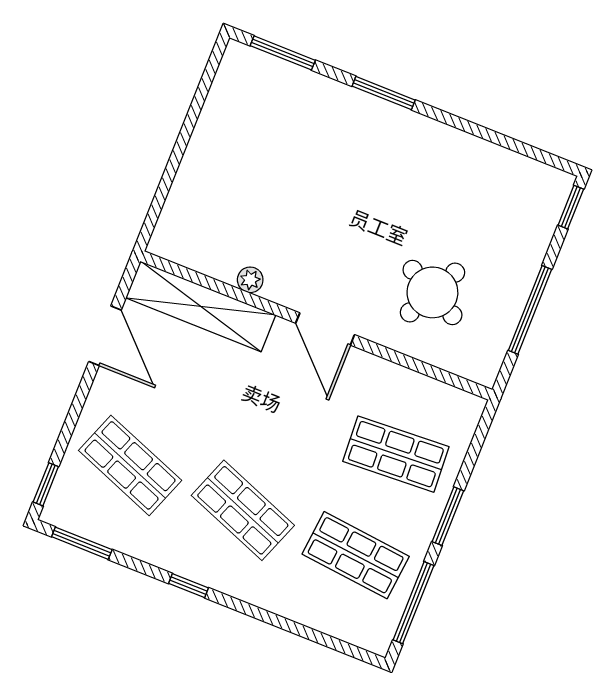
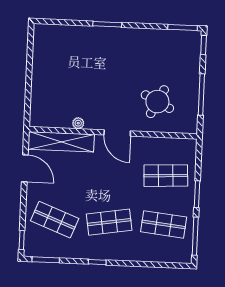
window: (283, 53) -> (183, 27), moved
shop shelf: (243, 510) -> (109, 222), turned -30

